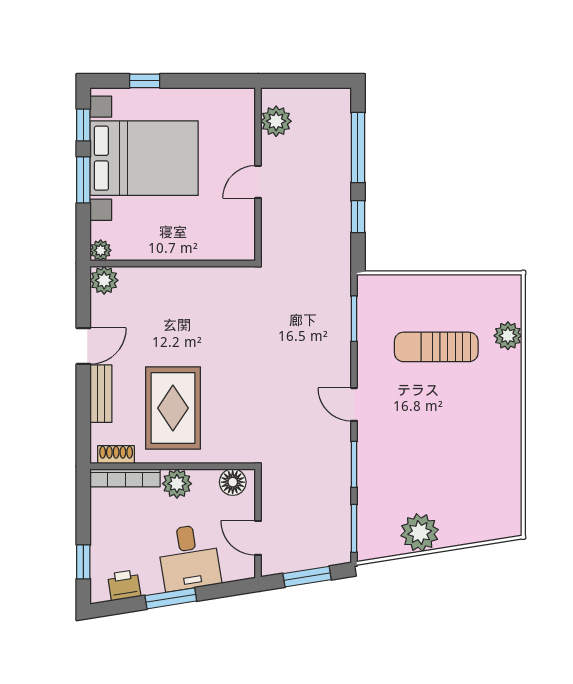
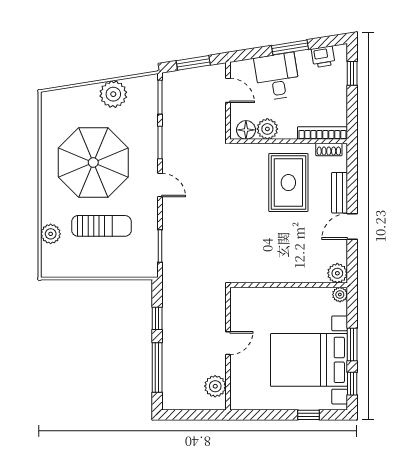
parasol: (448, 436) -> (93, 162), added
plant: (177, 484) -> (267, 129), moved

